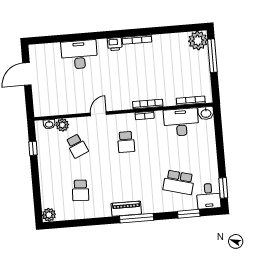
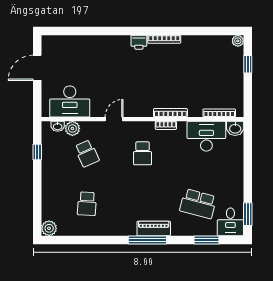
plant: (198, 41) -> (238, 41), width x0.53, depth x0.53
desk: (79, 55) -> (70, 101), moved, turned 180
window: (212, 56) -> (248, 64), width x0.46
piano: (126, 209) -> (154, 229), moved

